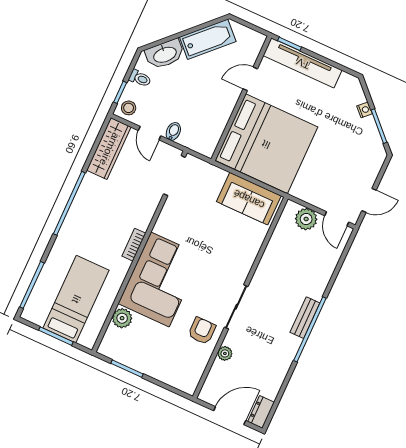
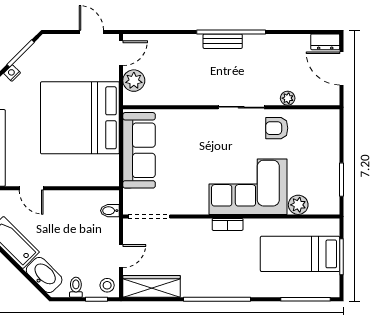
bidet: (173, 131) -> (110, 211), moved
bed: (266, 144) -> (80, 118), moved, turned -90
sofa: (249, 199) -> (139, 150), width x1.36

